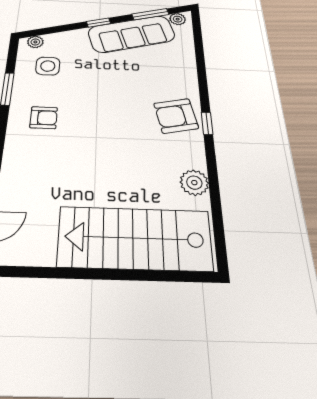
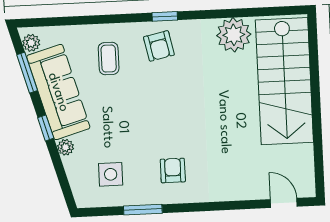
plant: (35, 42) -> (66, 147), moved
coffee table: (163, 74) -> (109, 59), added
armchair: (176, 116) -> (159, 46), width x0.72, depth x0.72
plant: (194, 183) -> (234, 35), width x1.36, depth x1.36

